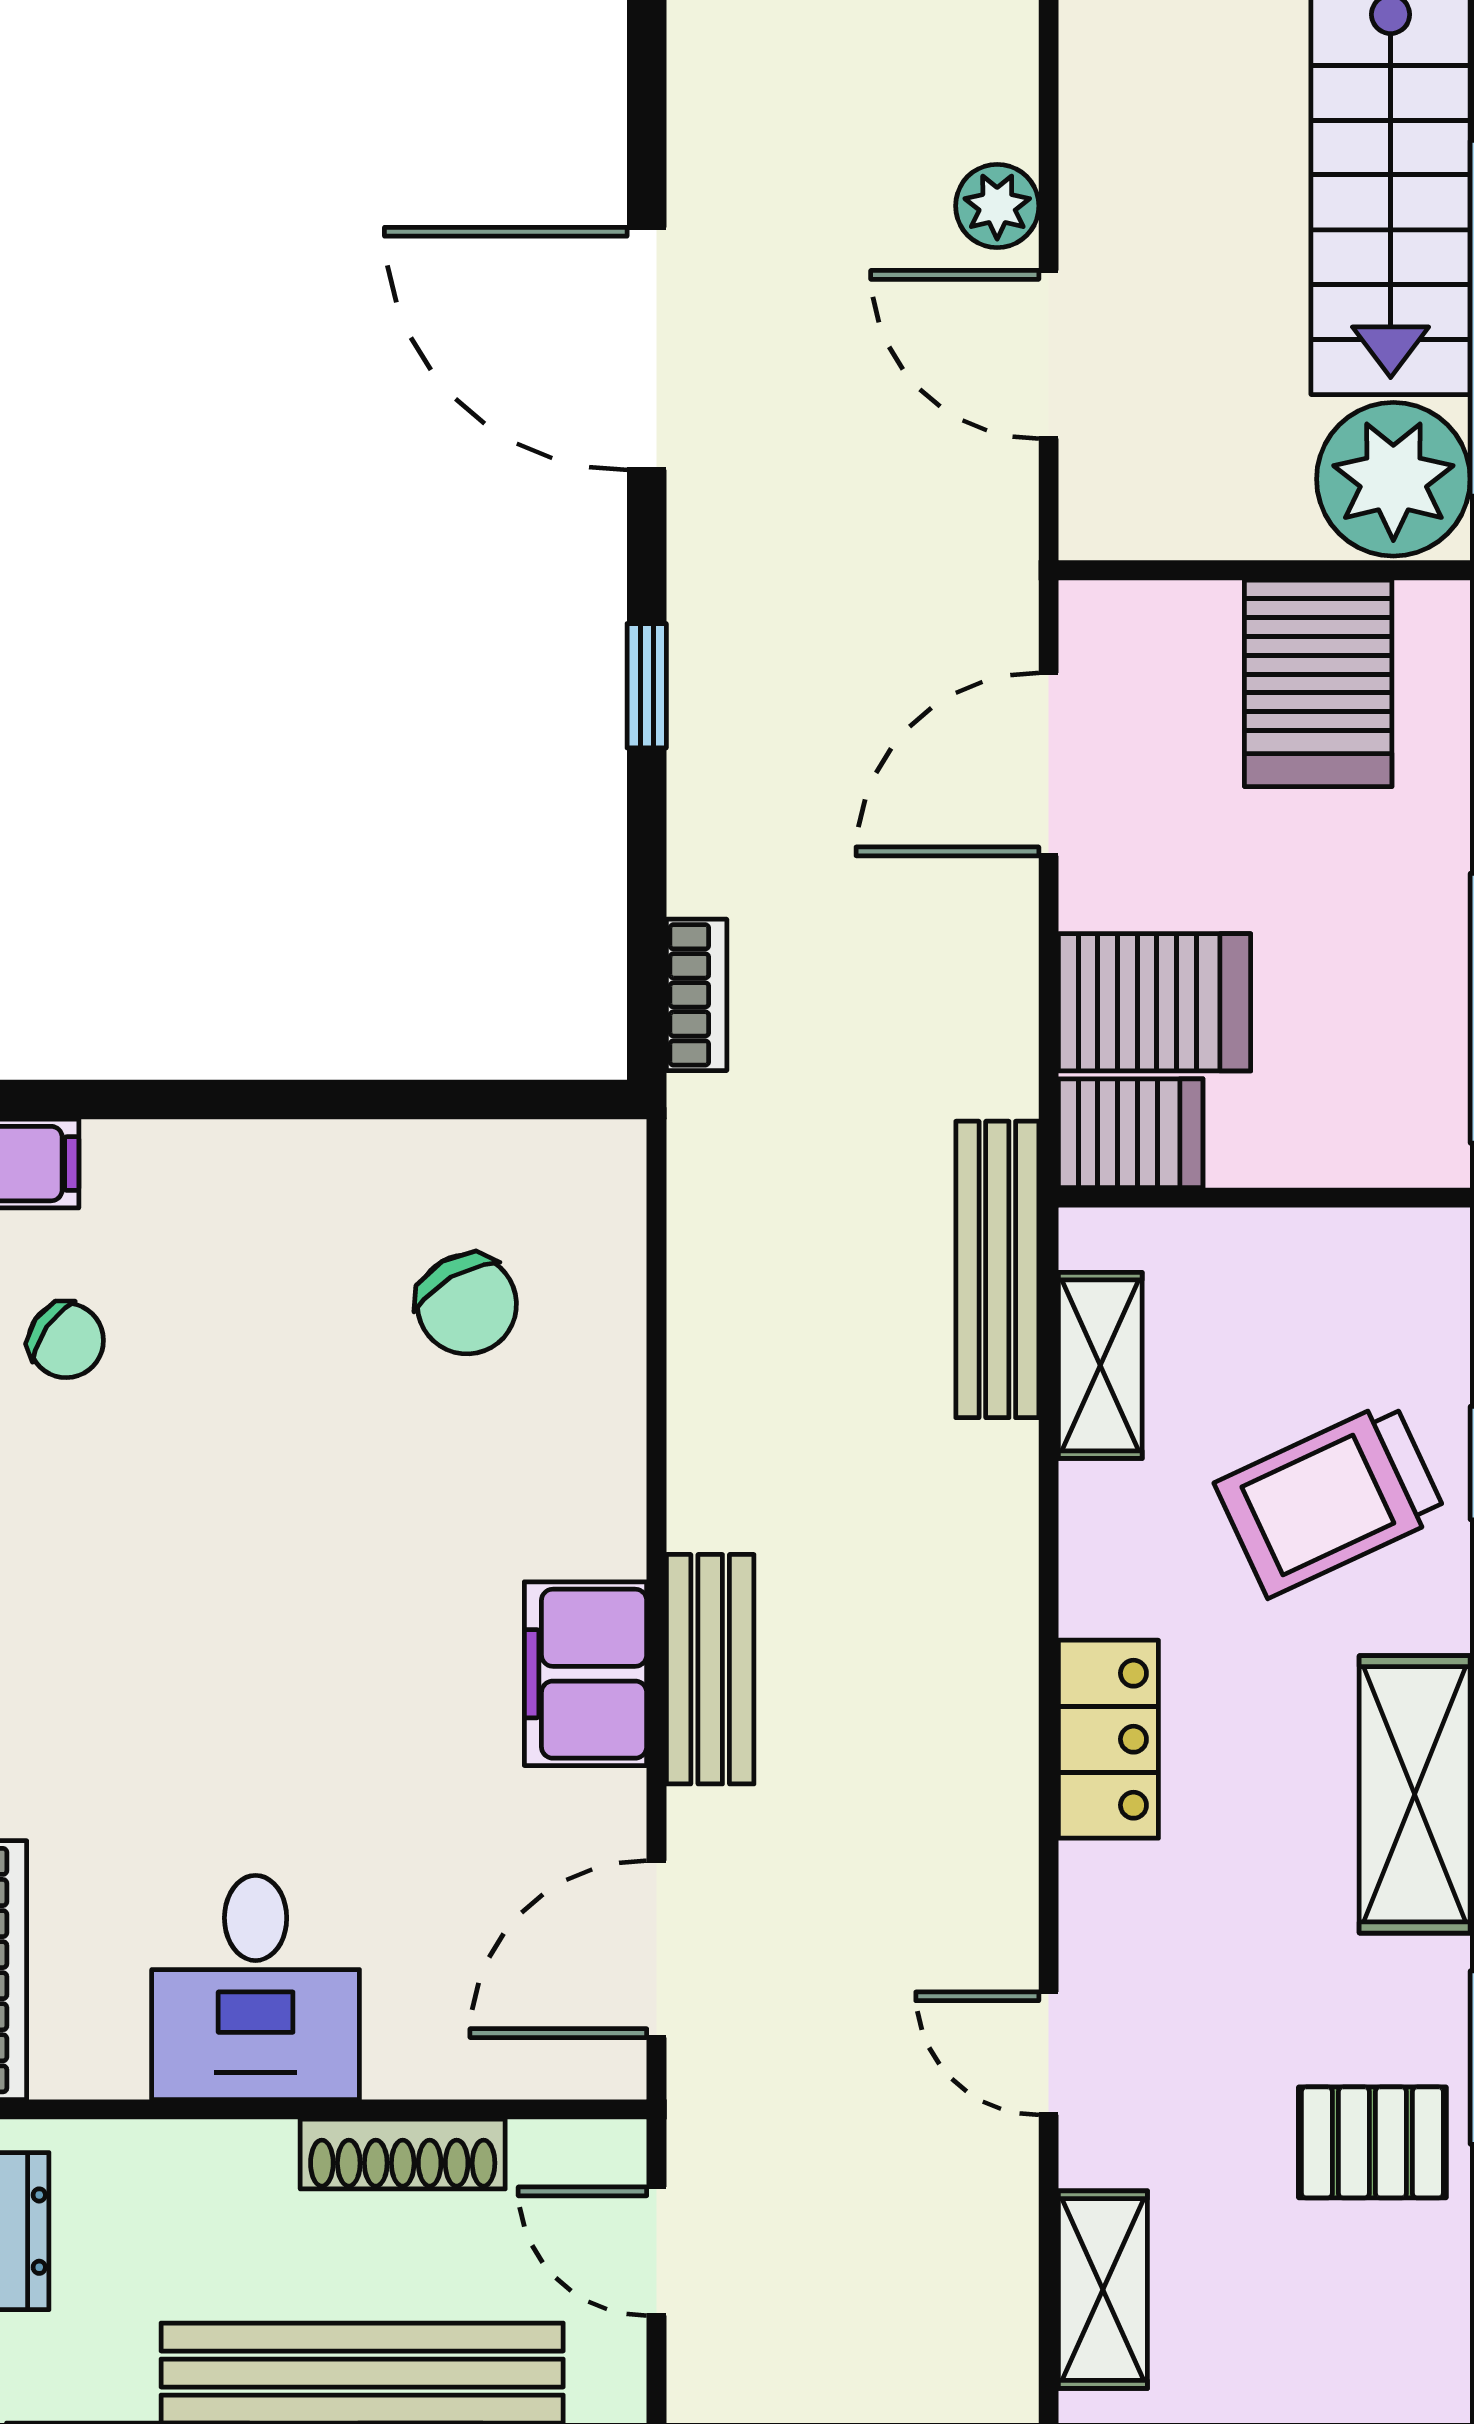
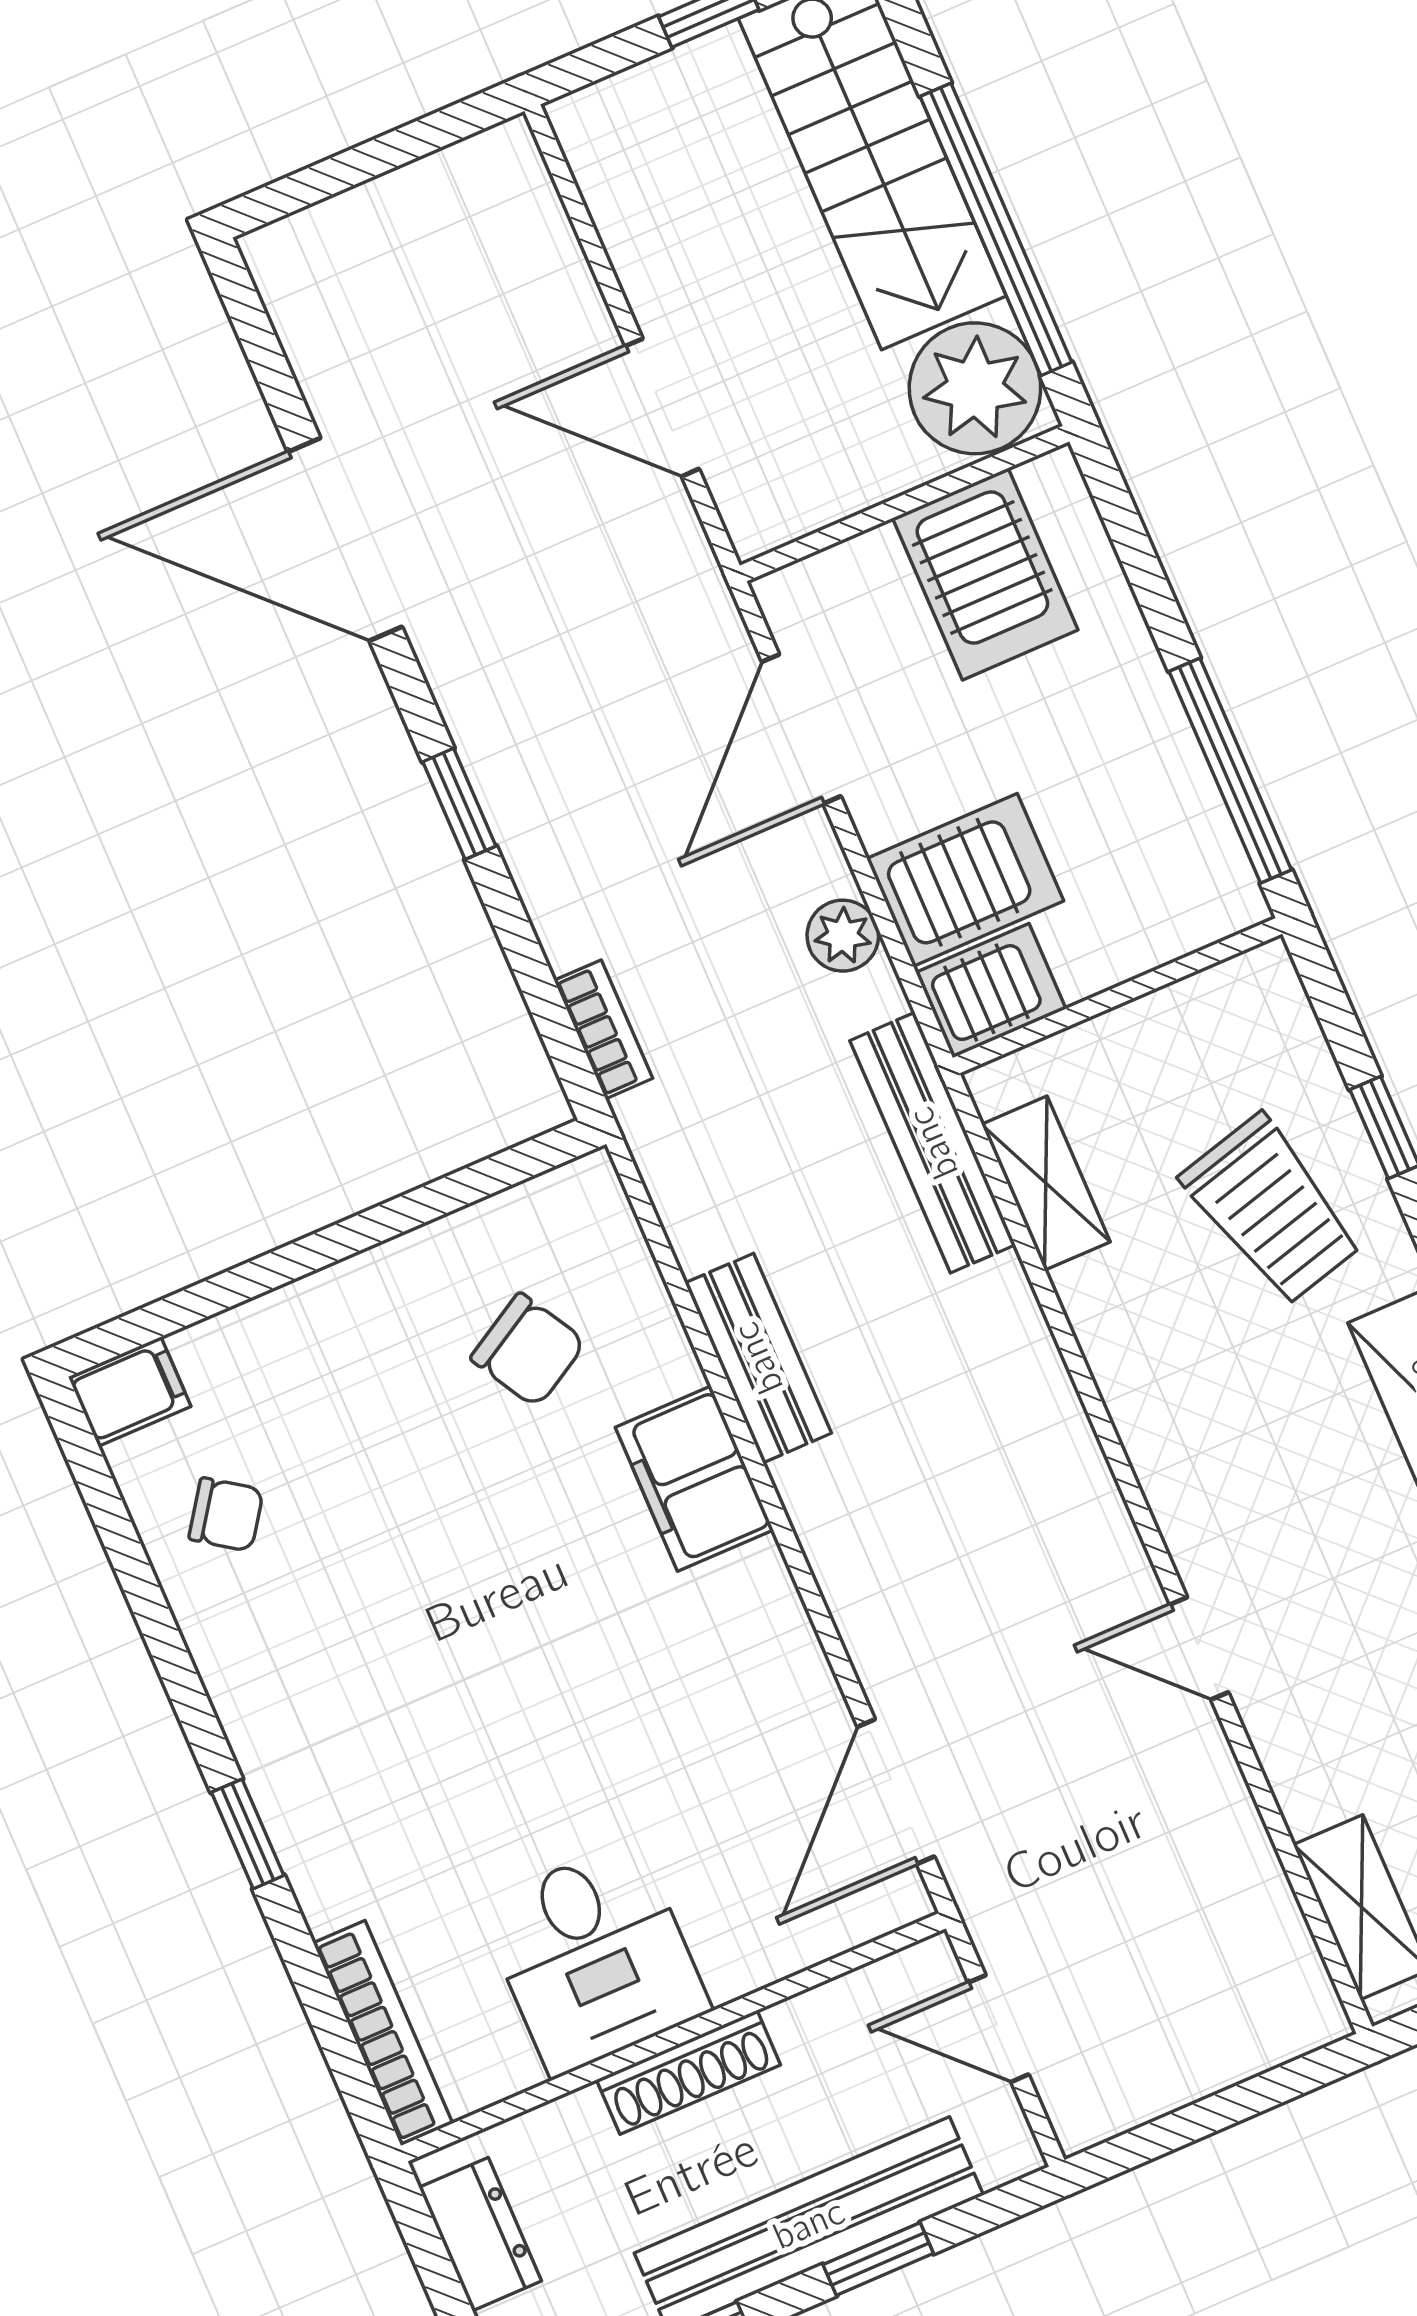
plant: (997, 206) -> (843, 936), moved
trolley: (1330, 1499) -> (1272, 1210), turned -80
bench: (710, 1669) -> (758, 1358), moved
filing cabinet: (585, 1674) -> (694, 1479), moved
locker: (1108, 1739) -> (1179, 1474), removed
door: (1049, 2053) -> (1199, 1648), moved
shoe rack: (403, 2154) -> (688, 2072), moved

